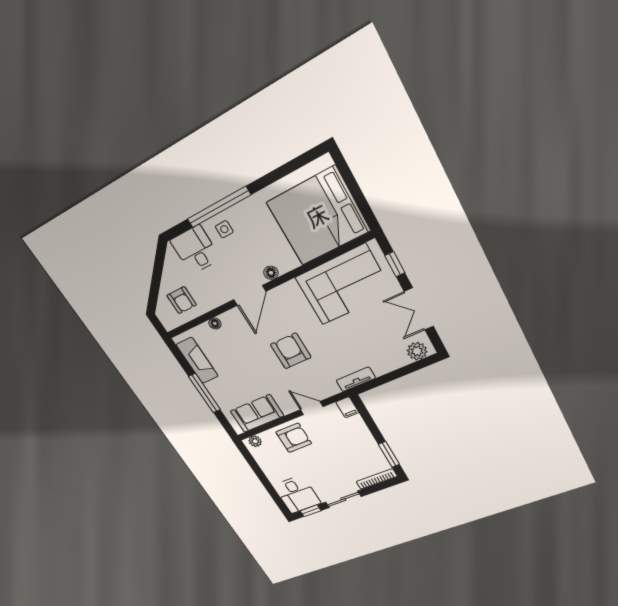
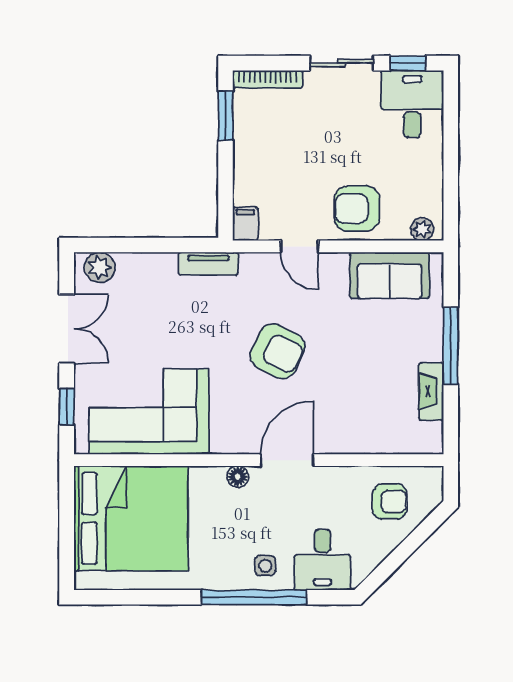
armchair: (182, 300) -> (390, 501), turned 90
floor lamp: (215, 323) -> (363, 445), removed
armchair: (291, 351) -> (278, 351), turned -64
fireplace: (197, 360) -> (431, 392), width x0.73, depth x0.76

